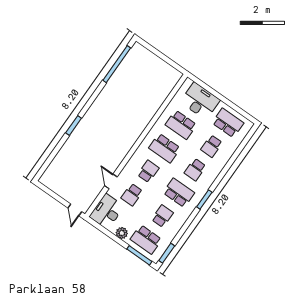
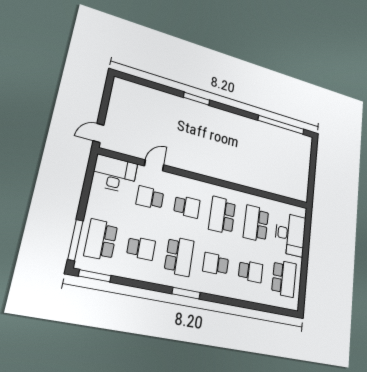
school desk: (212, 146) -> (251, 271), turned 180
plant: (122, 233) -> (95, 204), removed

